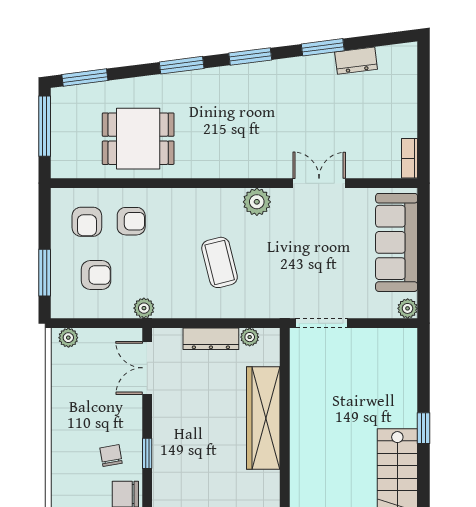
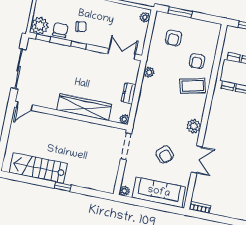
armchair: (87, 222) -> (165, 154), moved, turned -133
coffee table: (220, 262) -> (193, 86), moved
plant: (144, 308) -> (149, 72), moved
plant: (250, 337) -> (124, 119), moved
dresser: (211, 339) -> (129, 93), width x0.70

